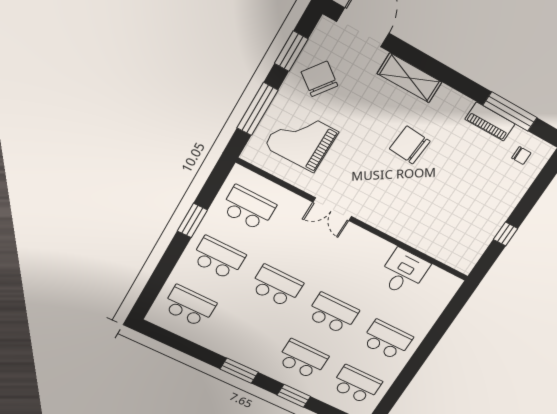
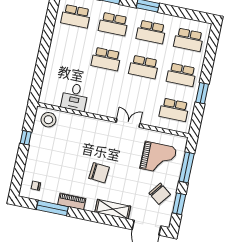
piano: (490, 122) -> (72, 201), moved
stool: (458, 251) -> (48, 120), added
school desk: (387, 340) -> (151, 32), moved

